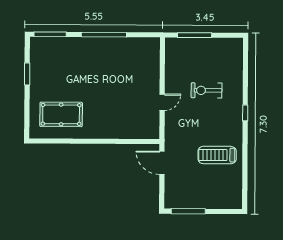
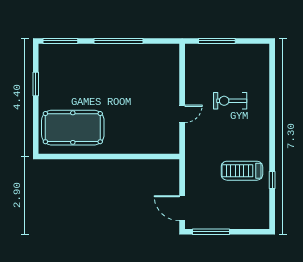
window: (245, 113) -> (272, 180), moved
pool table: (61, 114) -> (73, 128), width x1.36, depth x1.32
door: (162, 163) -> (182, 208), moved

